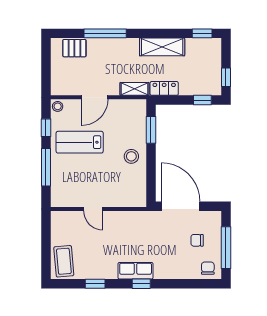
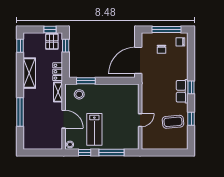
pallet: (74, 48) -> (52, 41), moved
stool: (131, 156) -> (79, 94), moved
coffee table: (64, 261) -> (173, 122), moved

